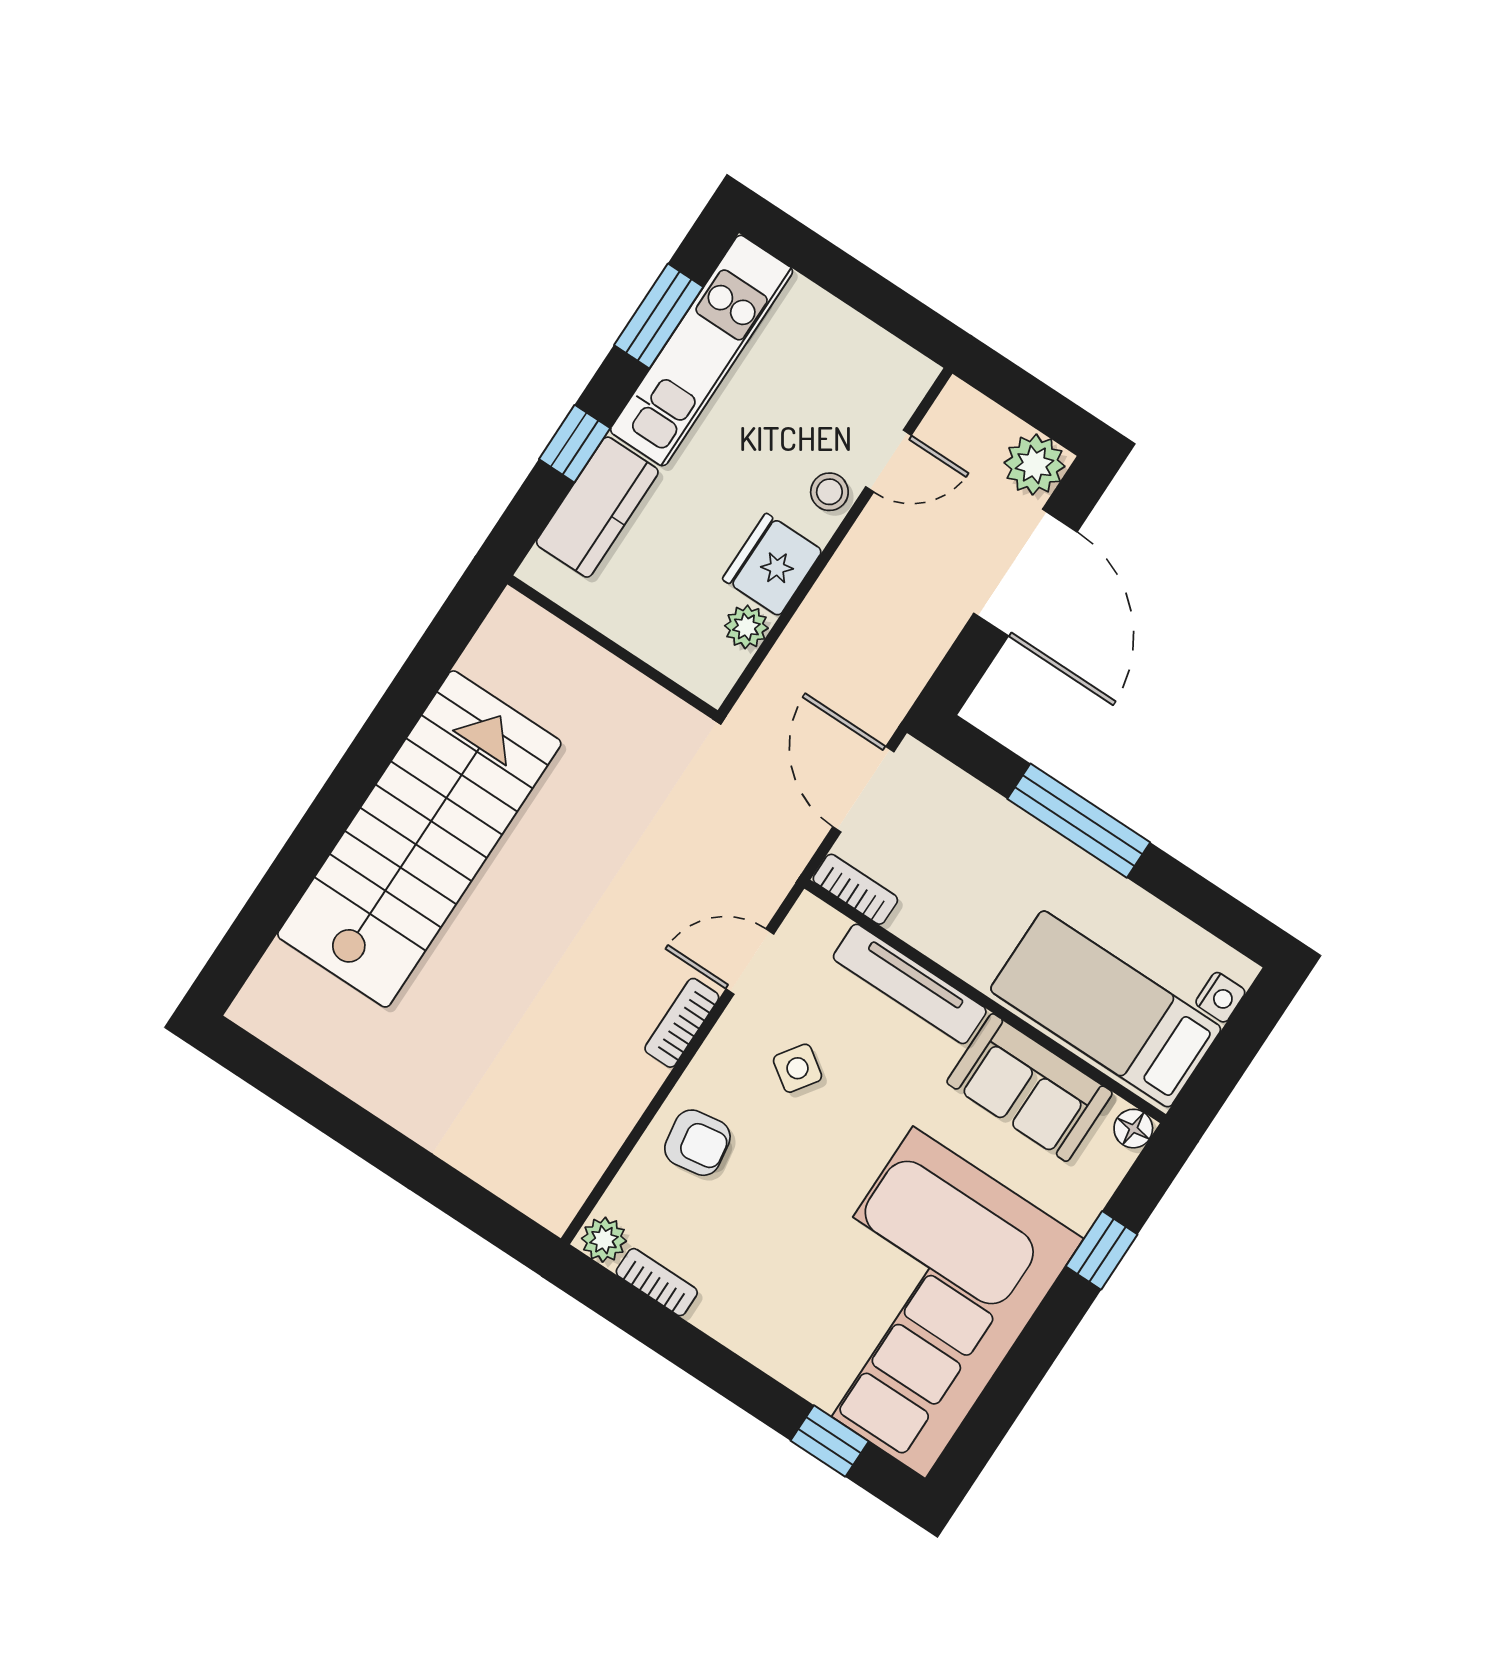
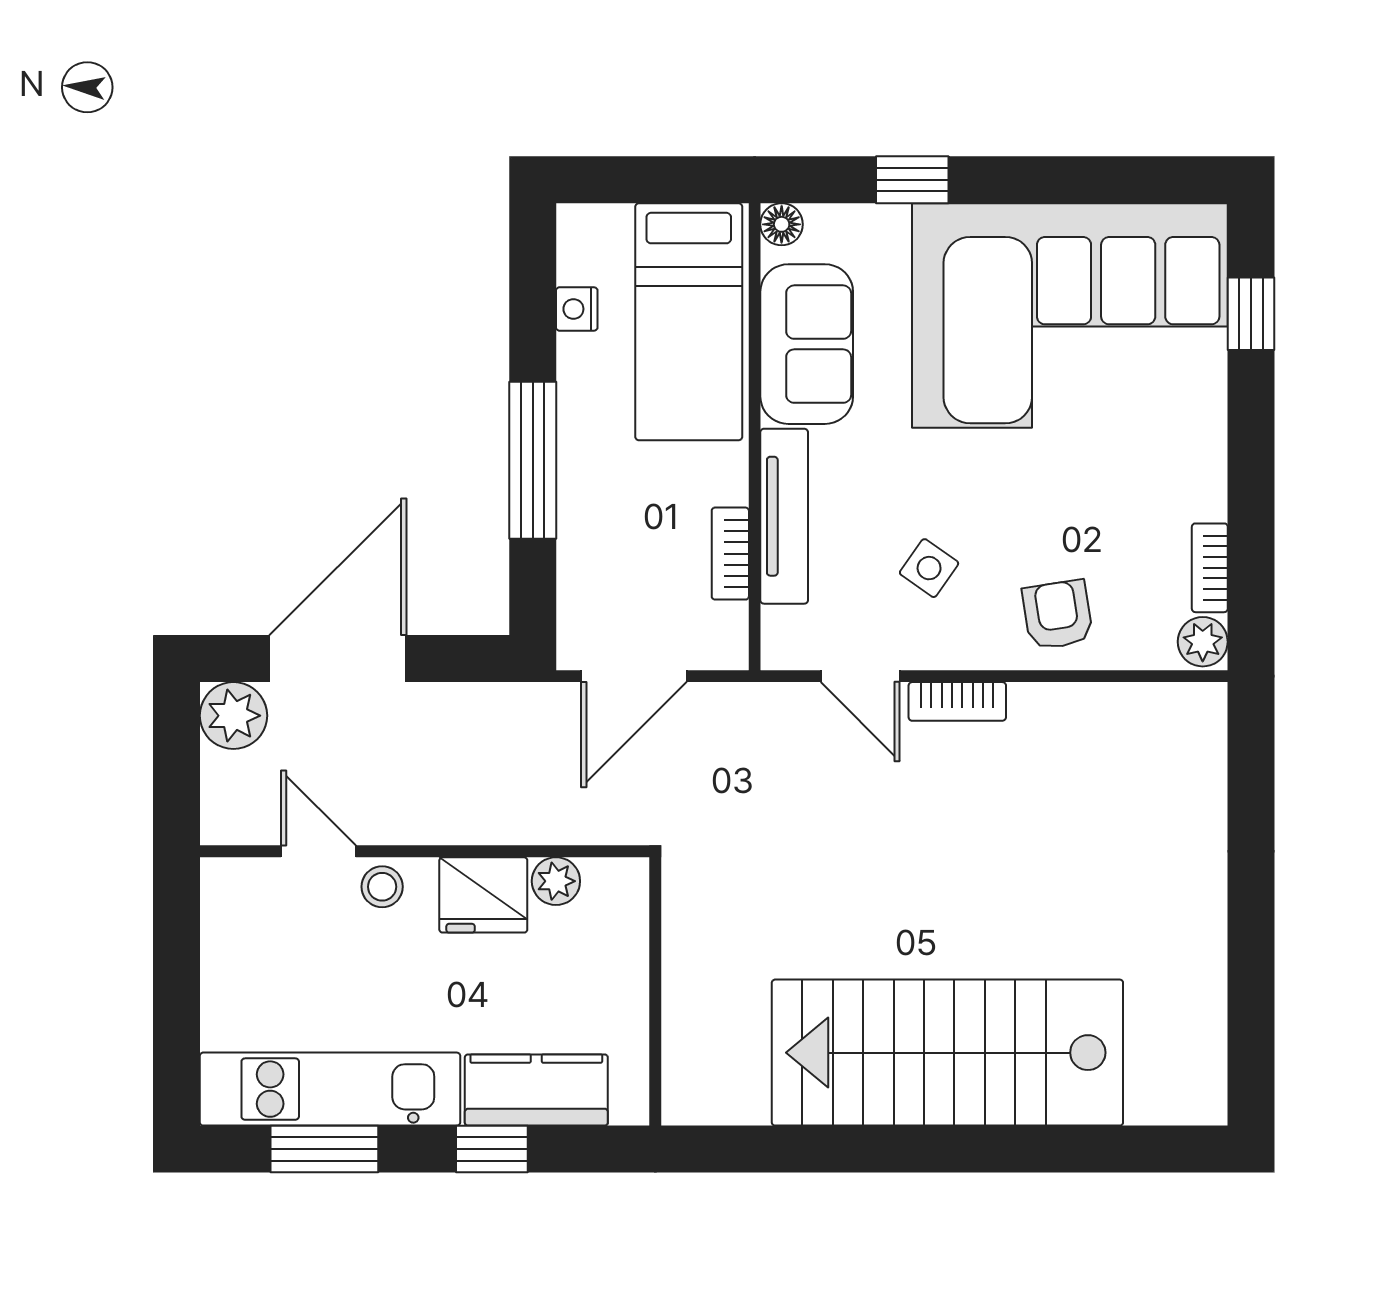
bookcase: (855, 889) -> (730, 554), moved
nightstand: (1220, 997) -> (577, 309), moved, turned -90

